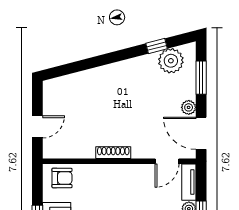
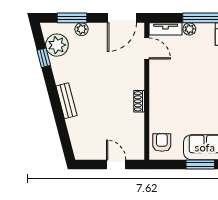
bench: (109, 71) -> (66, 101), added
plant: (189, 107) -> (82, 29), moved
shoe rack: (113, 153) -> (139, 101), width x0.70

